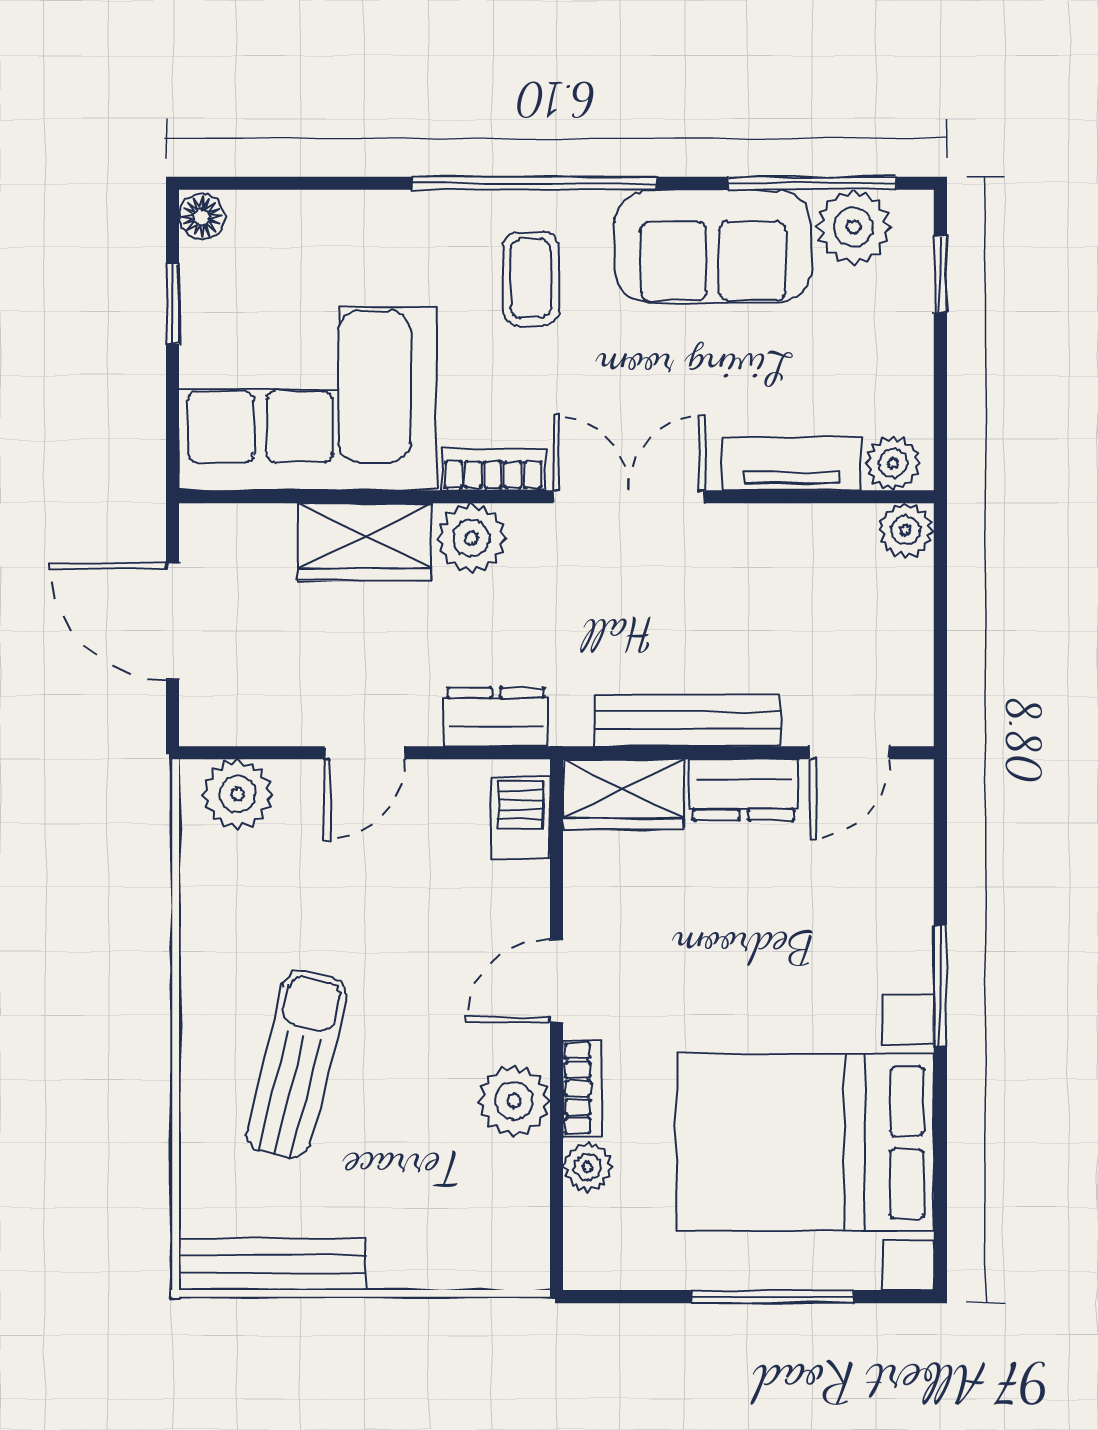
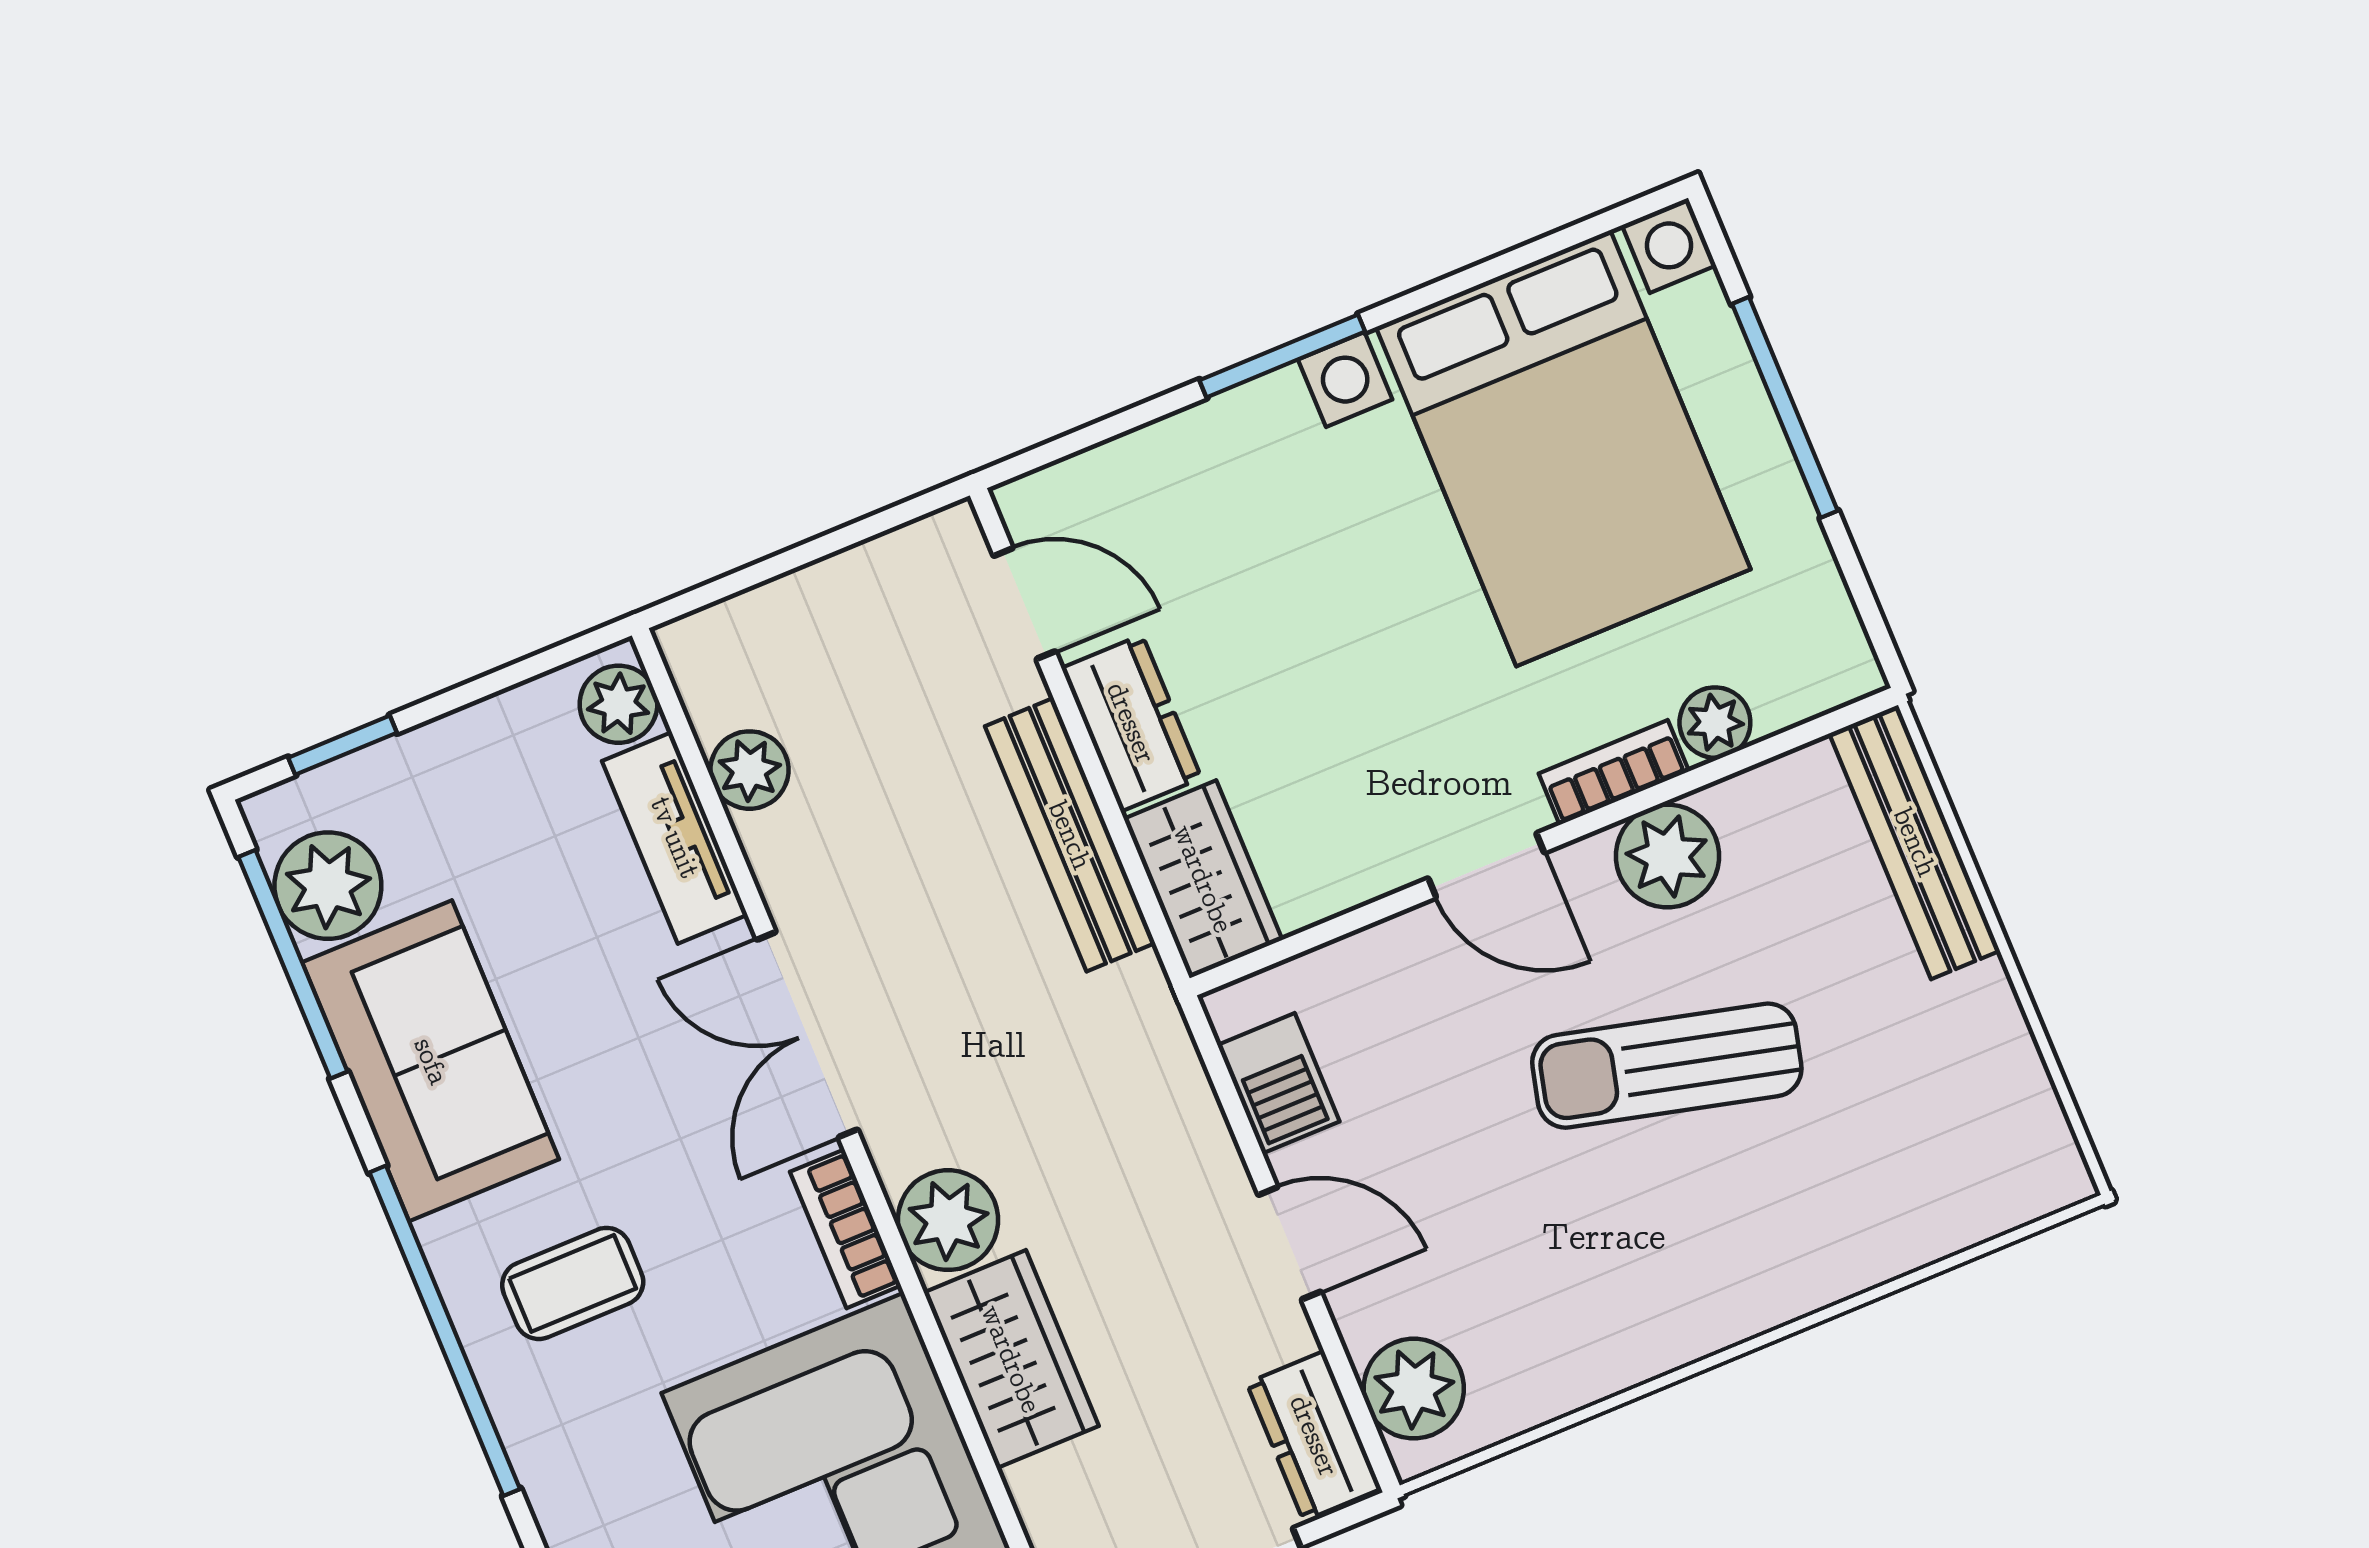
plant: (906, 530) -> (750, 770), moved
dresser: (496, 717) -> (1314, 1436), moved
barbecue: (521, 817) -> (1278, 1083), moved, turned -90
sun lounger: (296, 1064) -> (1667, 1066), moved
bench: (272, 1264) -> (1915, 842), moved

